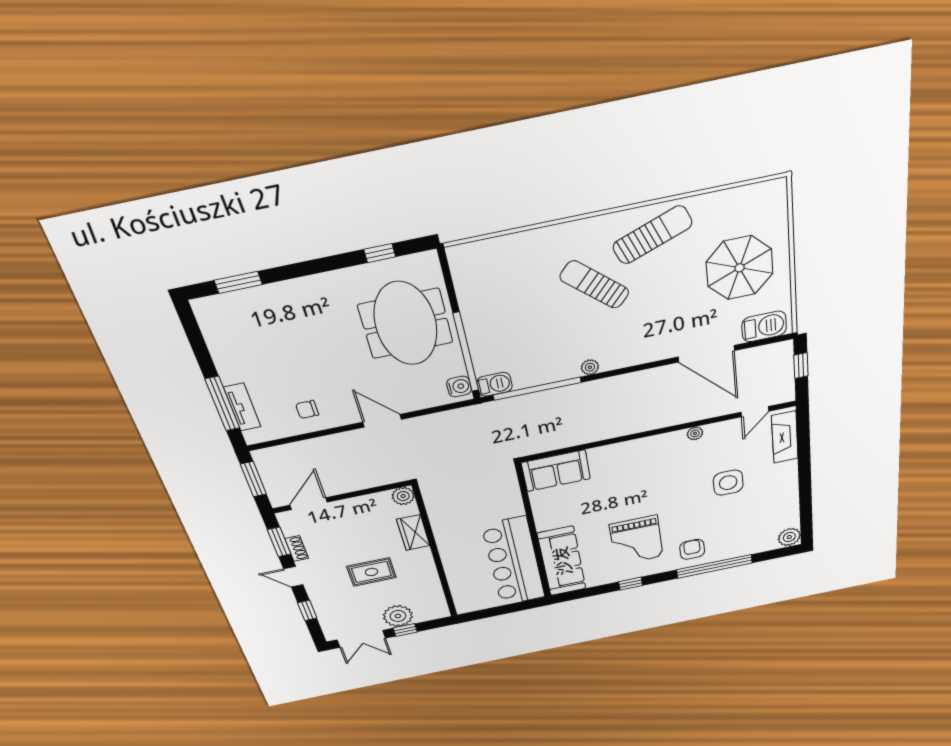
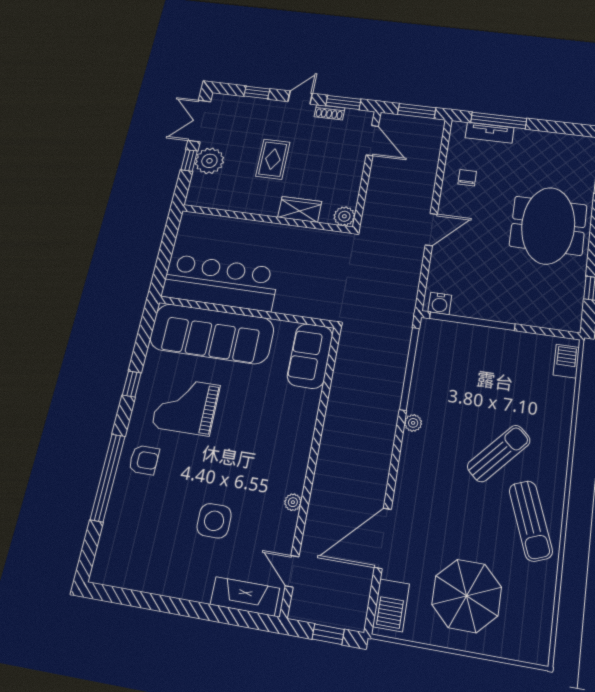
meeting table: (406, 324) -> (548, 226), moved, turned 90
barbecue: (495, 384) -> (566, 361), moved, turned 180
plant: (789, 537) -> (105, 571), removed
sofa: (562, 561) -> (212, 334), width x1.36, depth x1.27

